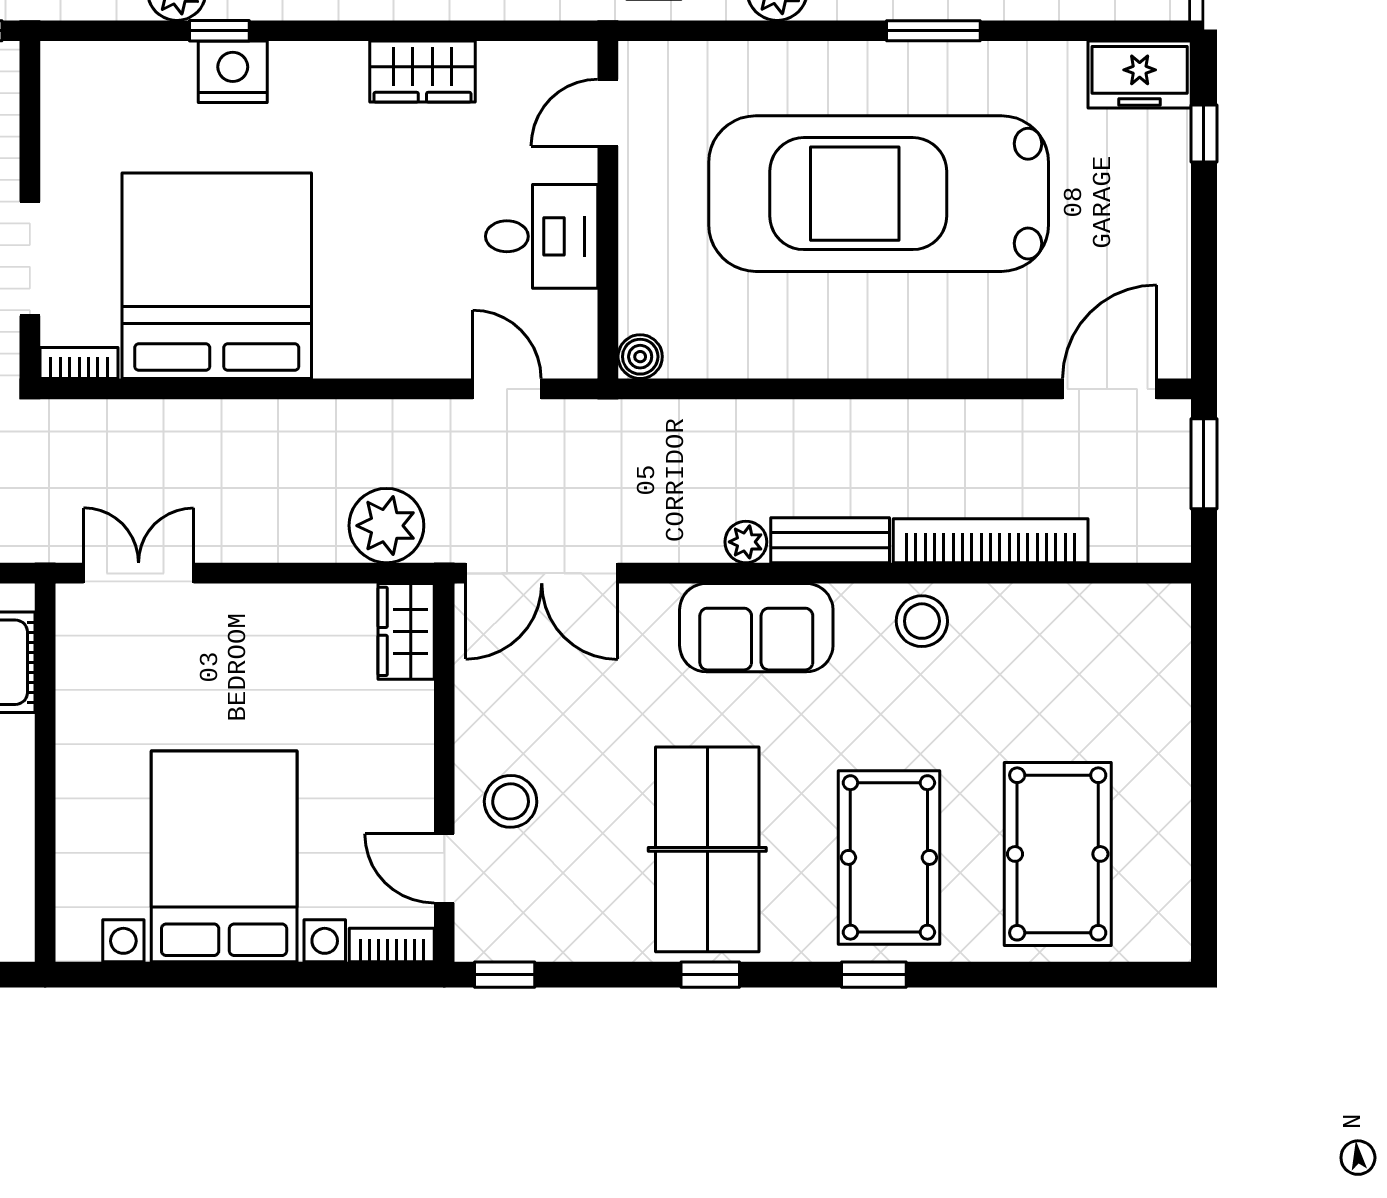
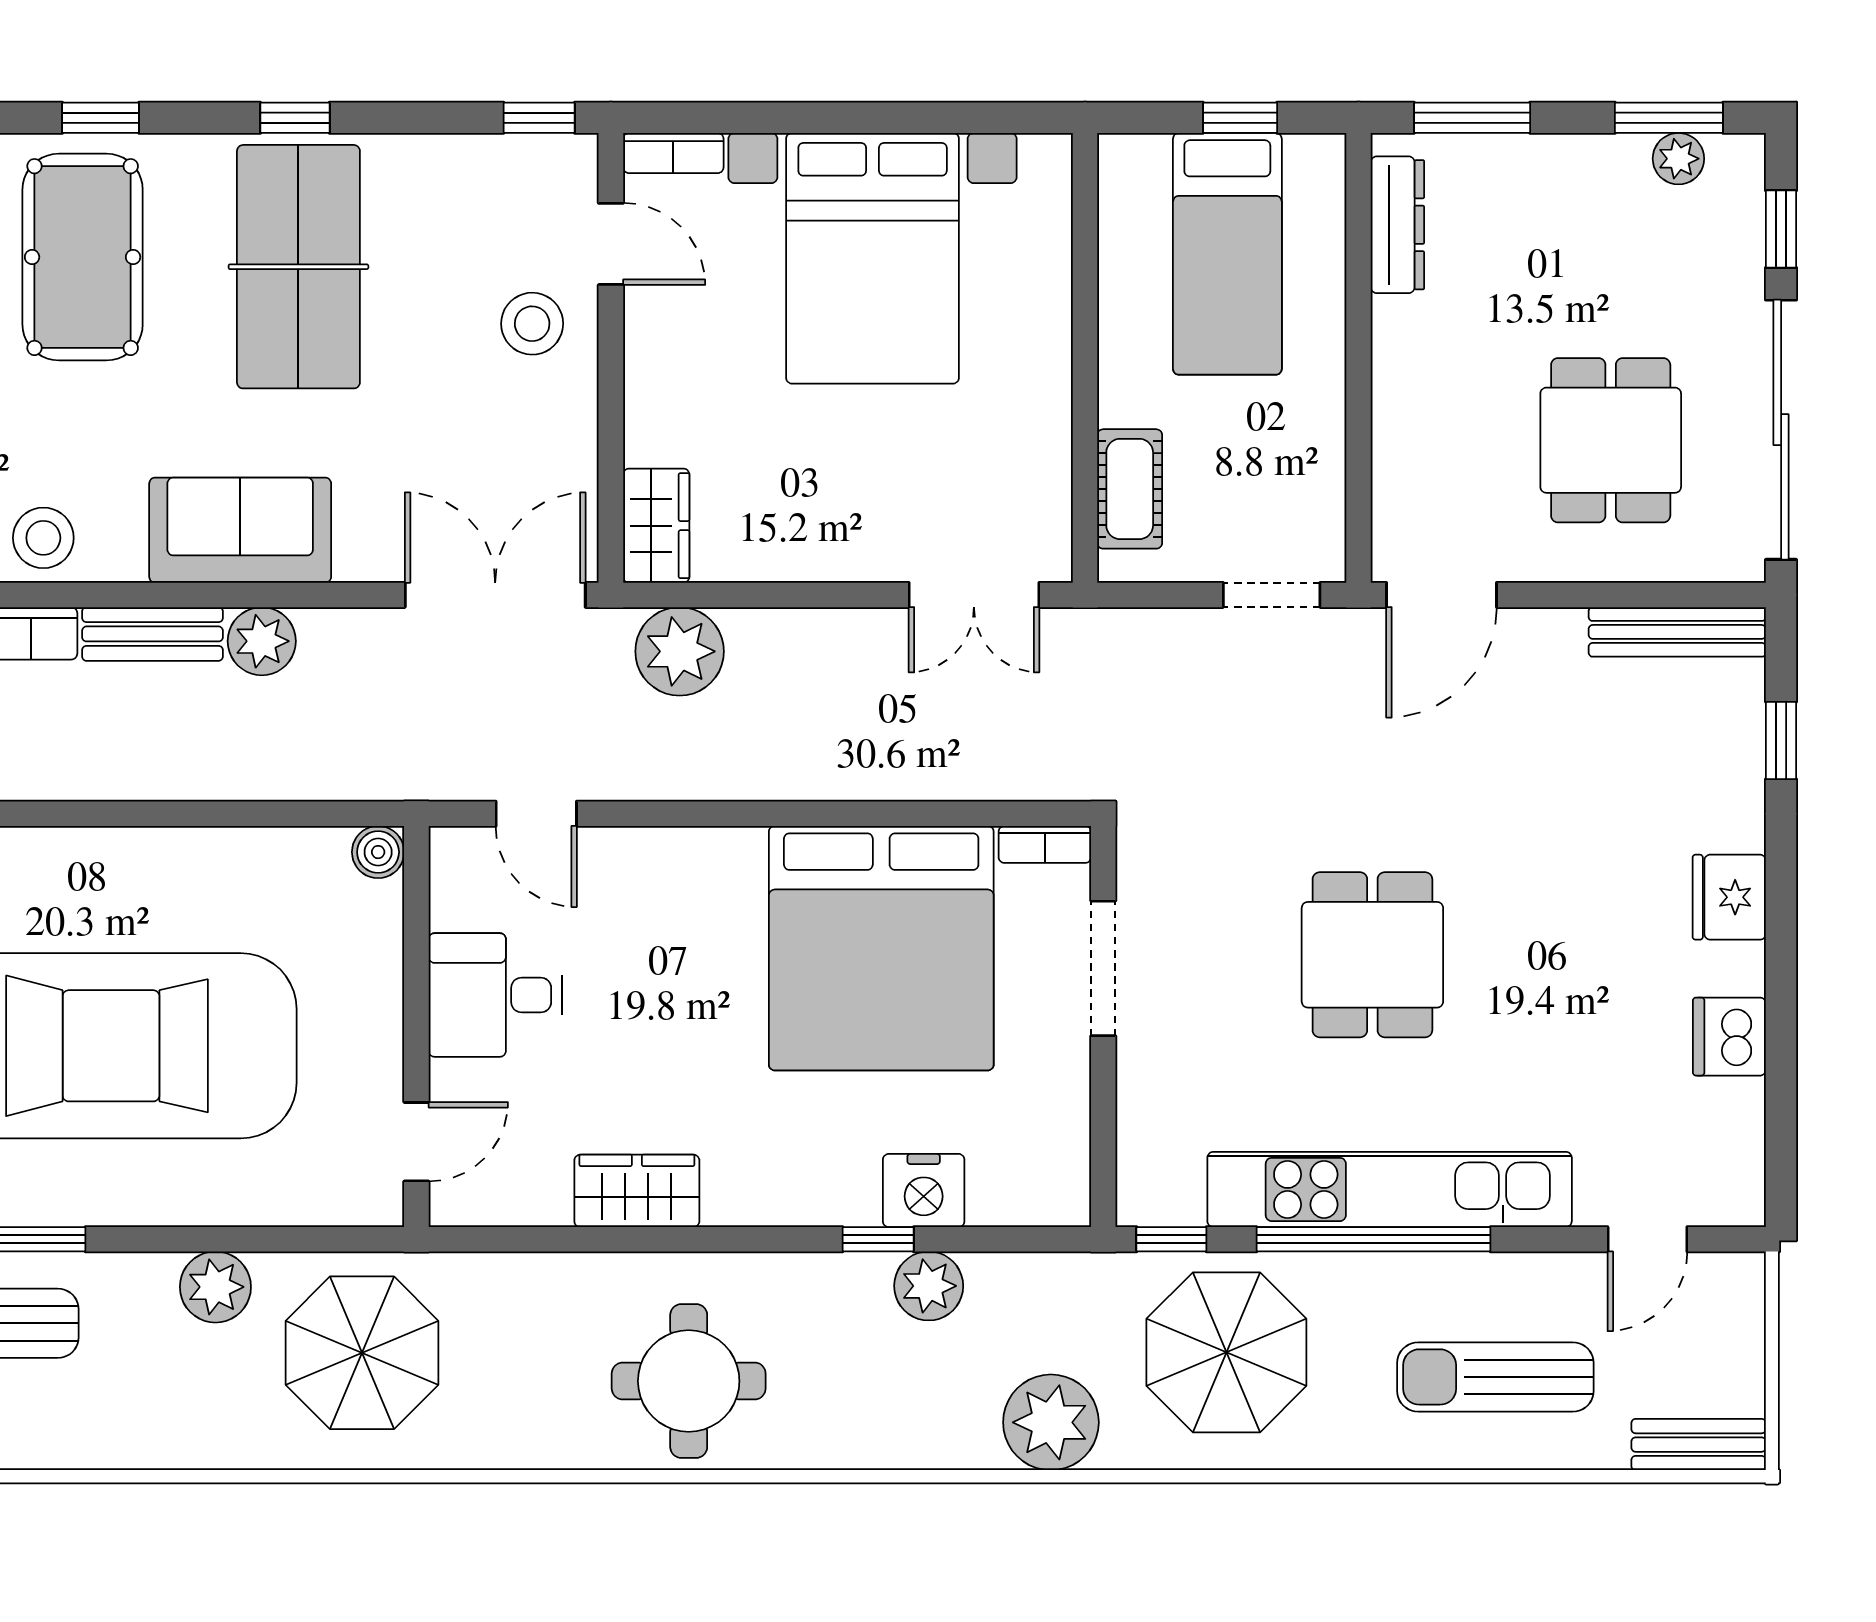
nightstand: (233, 72) -> (924, 1190), moved
plant: (746, 542) -> (262, 641), width x1.38, depth x1.38

